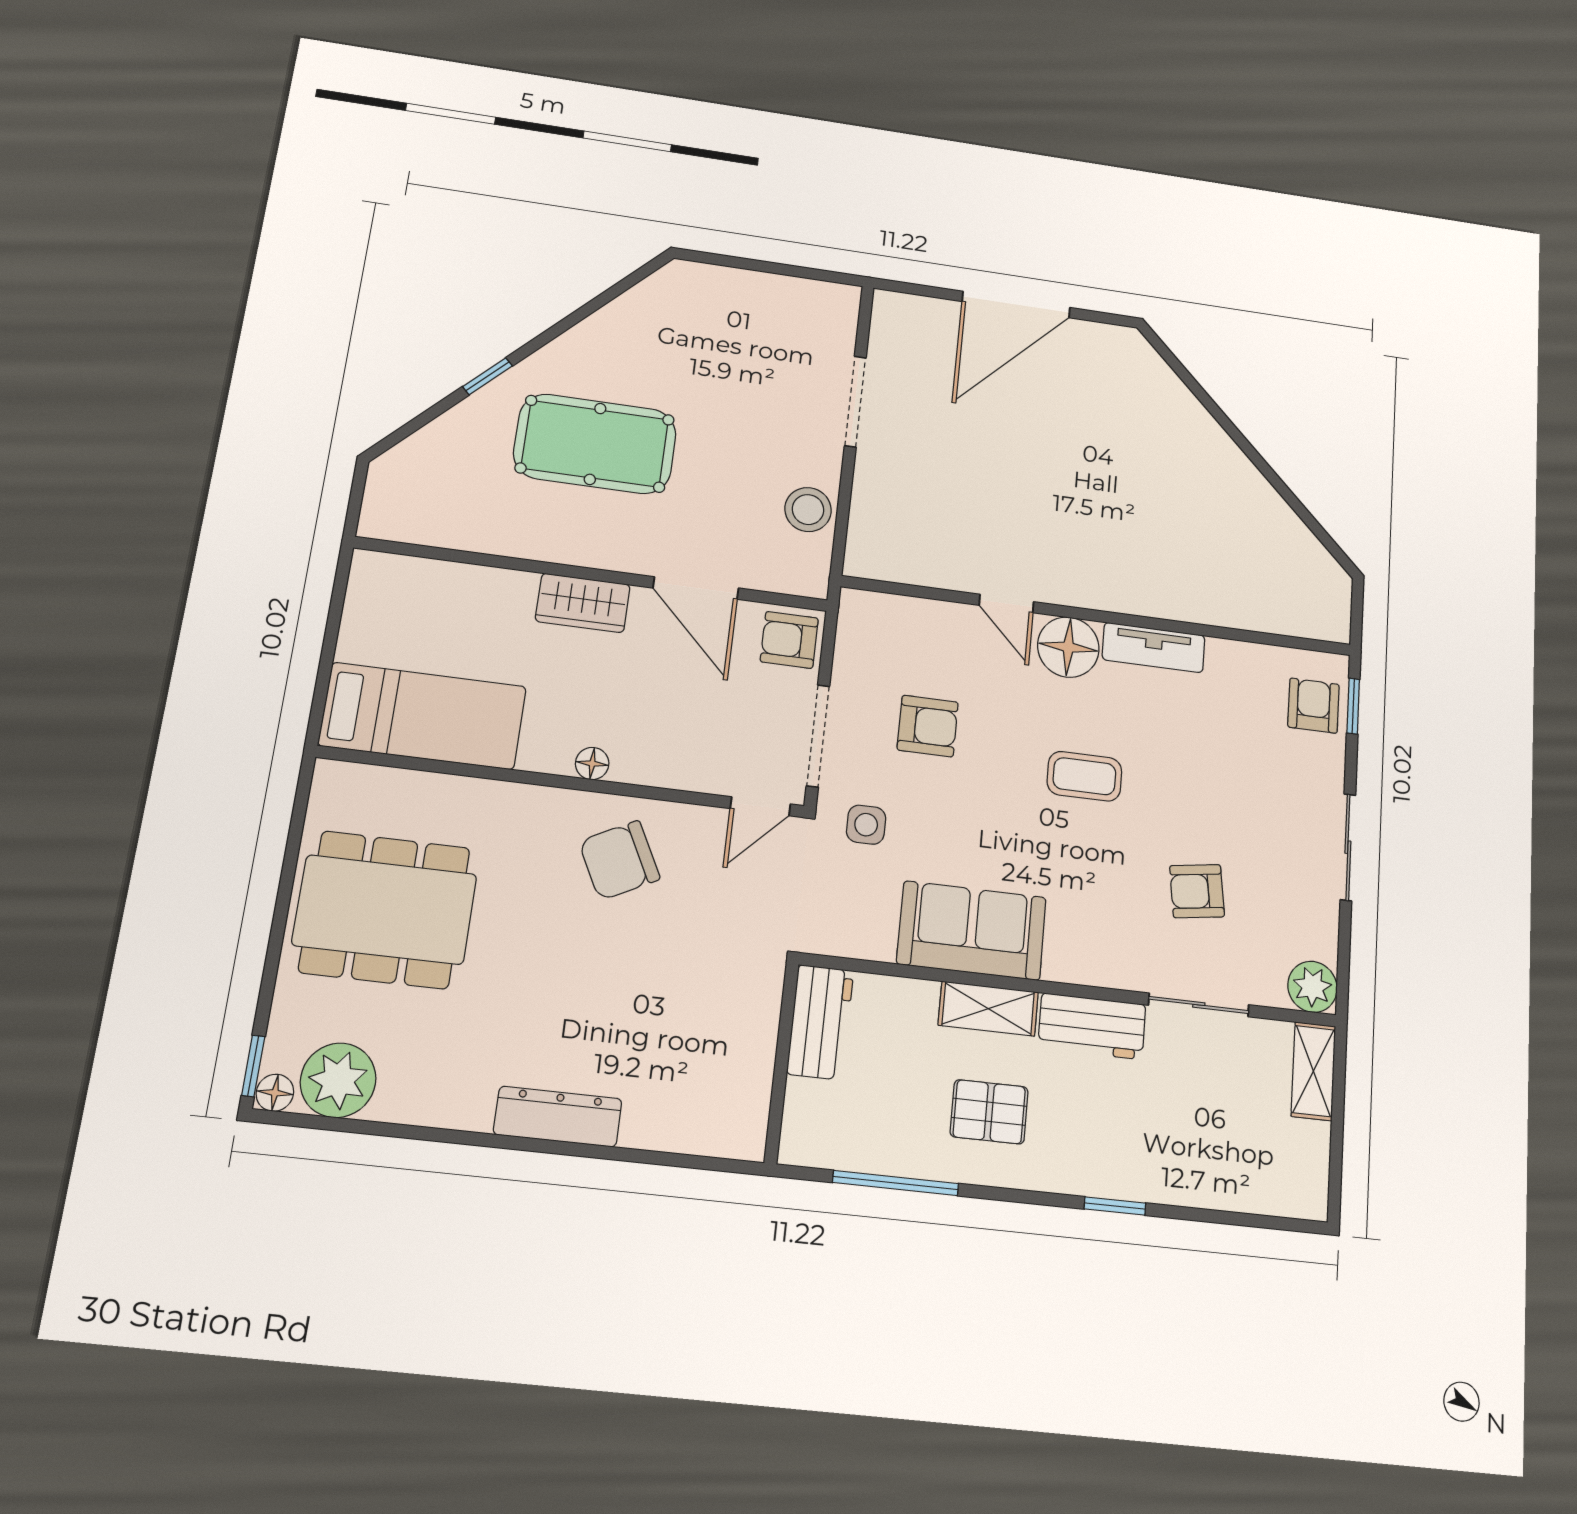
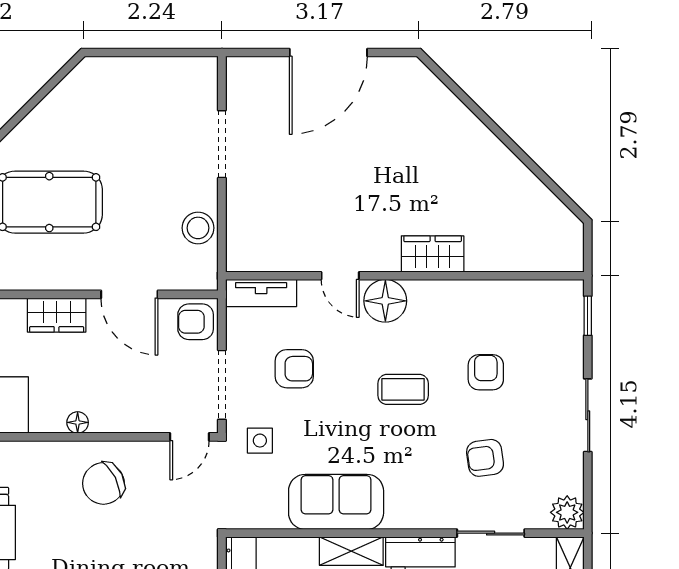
wardrobe: (1140, 591) -> (433, 254), added
tv unit: (1154, 647) -> (261, 293), moved
armchair: (1313, 706) -> (486, 372), moved

